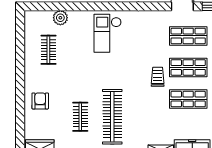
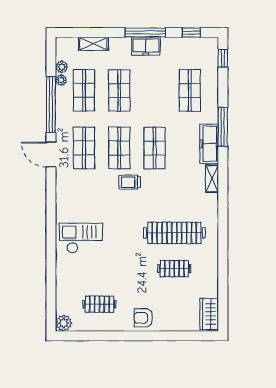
plant: (60, 18) -> (64, 323), moved
checkout: (108, 33) -> (81, 238), turned 180
armchair: (40, 101) -> (143, 318), moved

